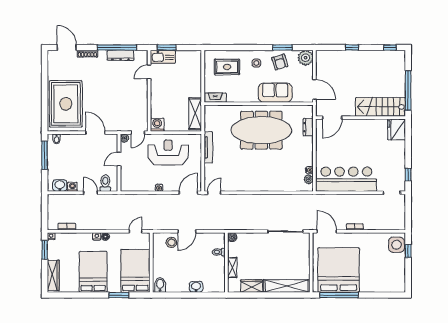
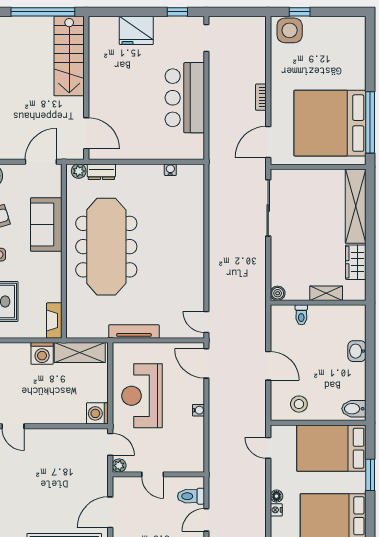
washing machine: (195, 90) -> (42, 353), added
fridge: (397, 129) -> (136, 30), moved
plant: (309, 179) -> (79, 171), moved
bar counter: (346, 179) -> (185, 98), width x0.73
stool: (171, 242) -> (299, 404), moved

